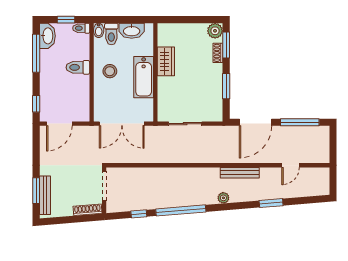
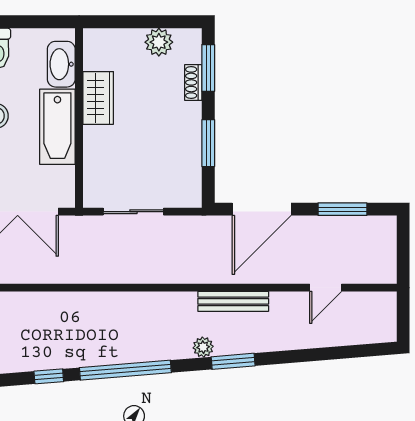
washbasin: (132, 31) -> (61, 64), moved, turned 90
plant: (215, 31) -> (159, 42), moved
window: (300, 122) -> (342, 209), width x0.69
window: (271, 203) -> (233, 361), moved

